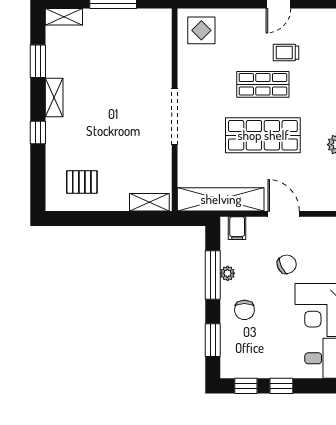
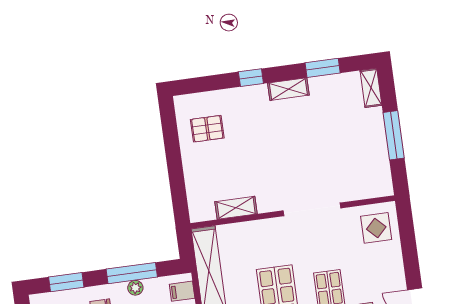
doorway: (175, 116) -> (312, 209), moved
pallet: (82, 182) -> (207, 129), turned 90
shelving: (149, 202) -> (236, 208), moved, turned 90

